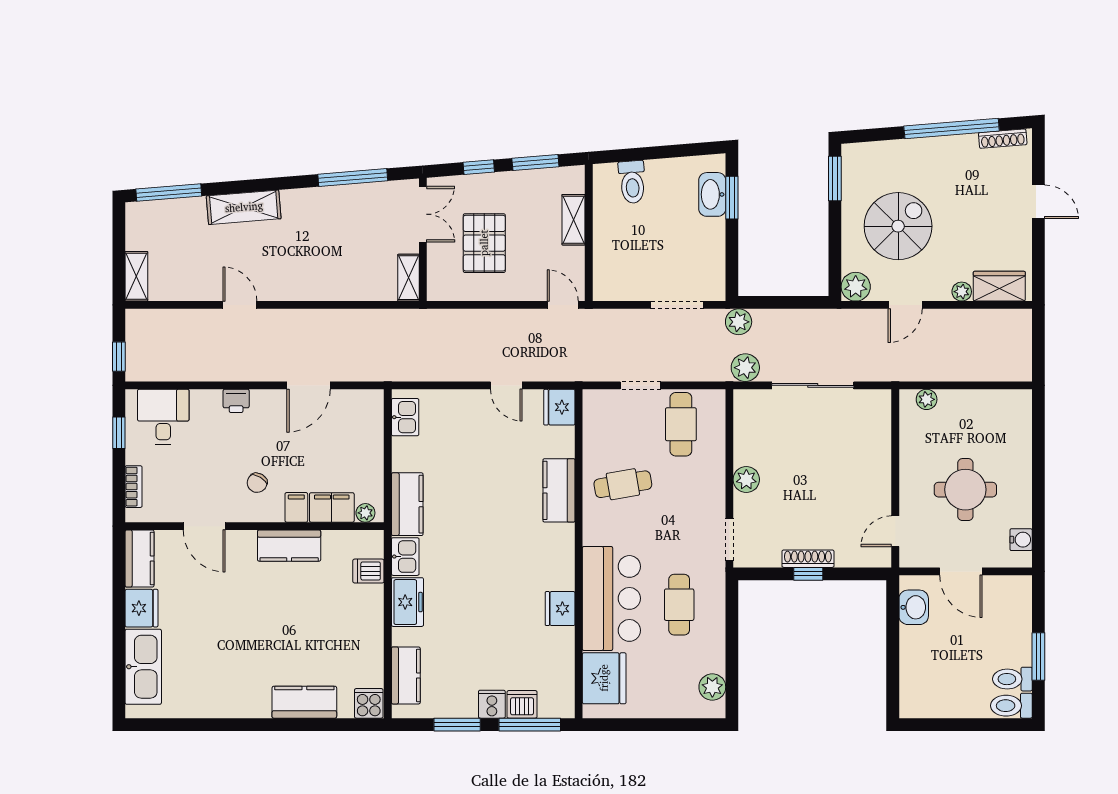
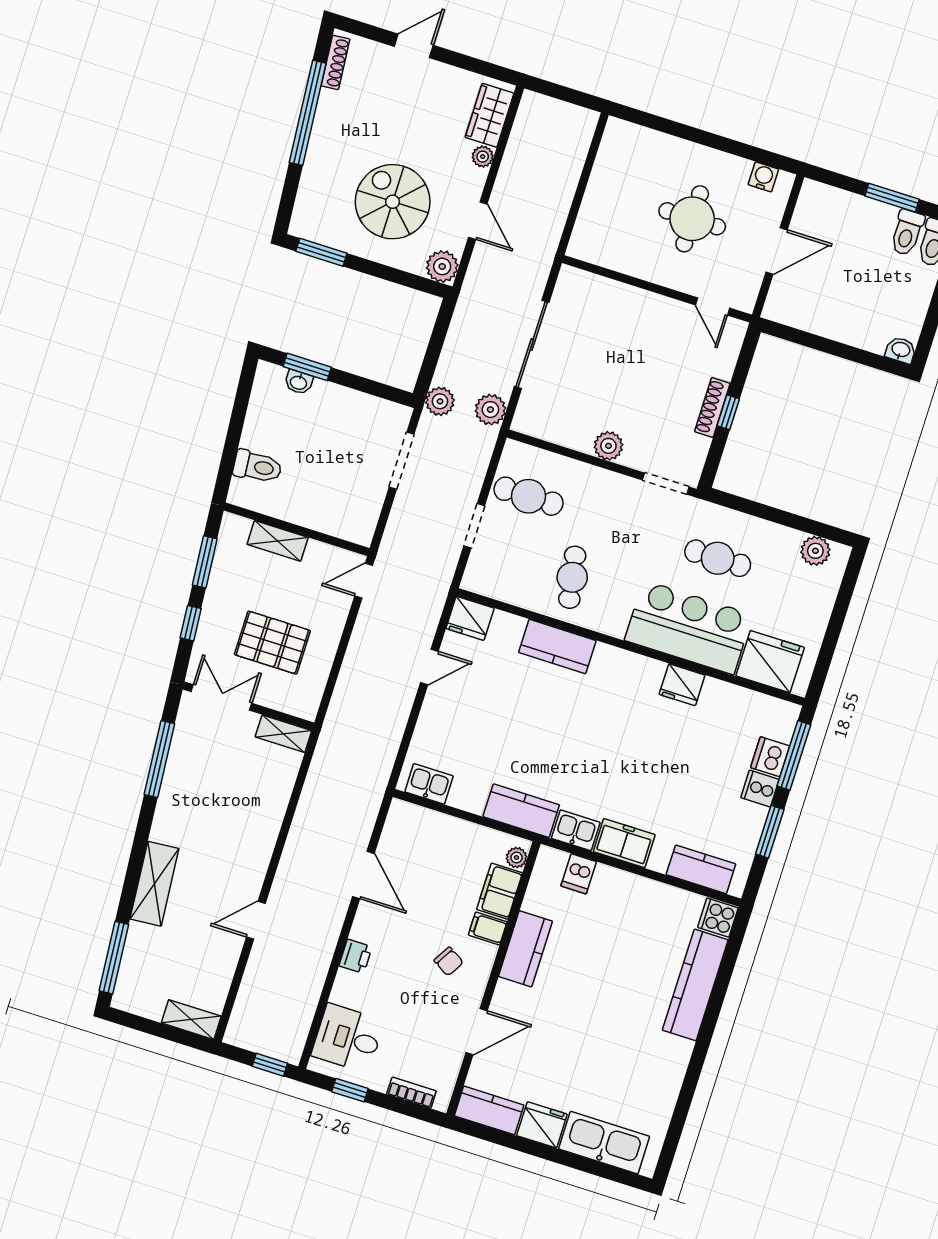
washbasin: (712, 194) -> (299, 382), width x0.52, depth x0.69
plant: (927, 399) -> (584, 230), removed
washbasin: (914, 607) -> (901, 350), moved, width x0.72, depth x0.69
kitchen counter: (304, 702) -> (695, 985), width x1.50

